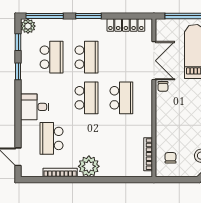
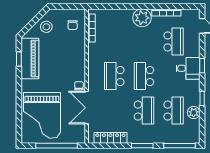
plant: (28, 26) -> (194, 113), moved
window: (18, 42) -> (202, 66), moved
school desk: (52, 57) -> (174, 111), turned 180
school desk: (86, 57) -> (144, 111), turned 180

